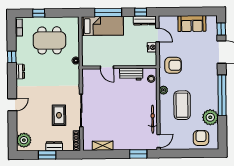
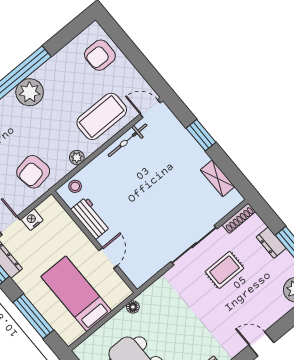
bed: (102, 26) -> (76, 294), moved
armchair: (173, 65) -> (33, 172), turned -100
coffee table: (182, 105) -> (102, 116), moved
plant: (210, 117) -> (30, 92), moved
window: (138, 154) -> (201, 135), moved

